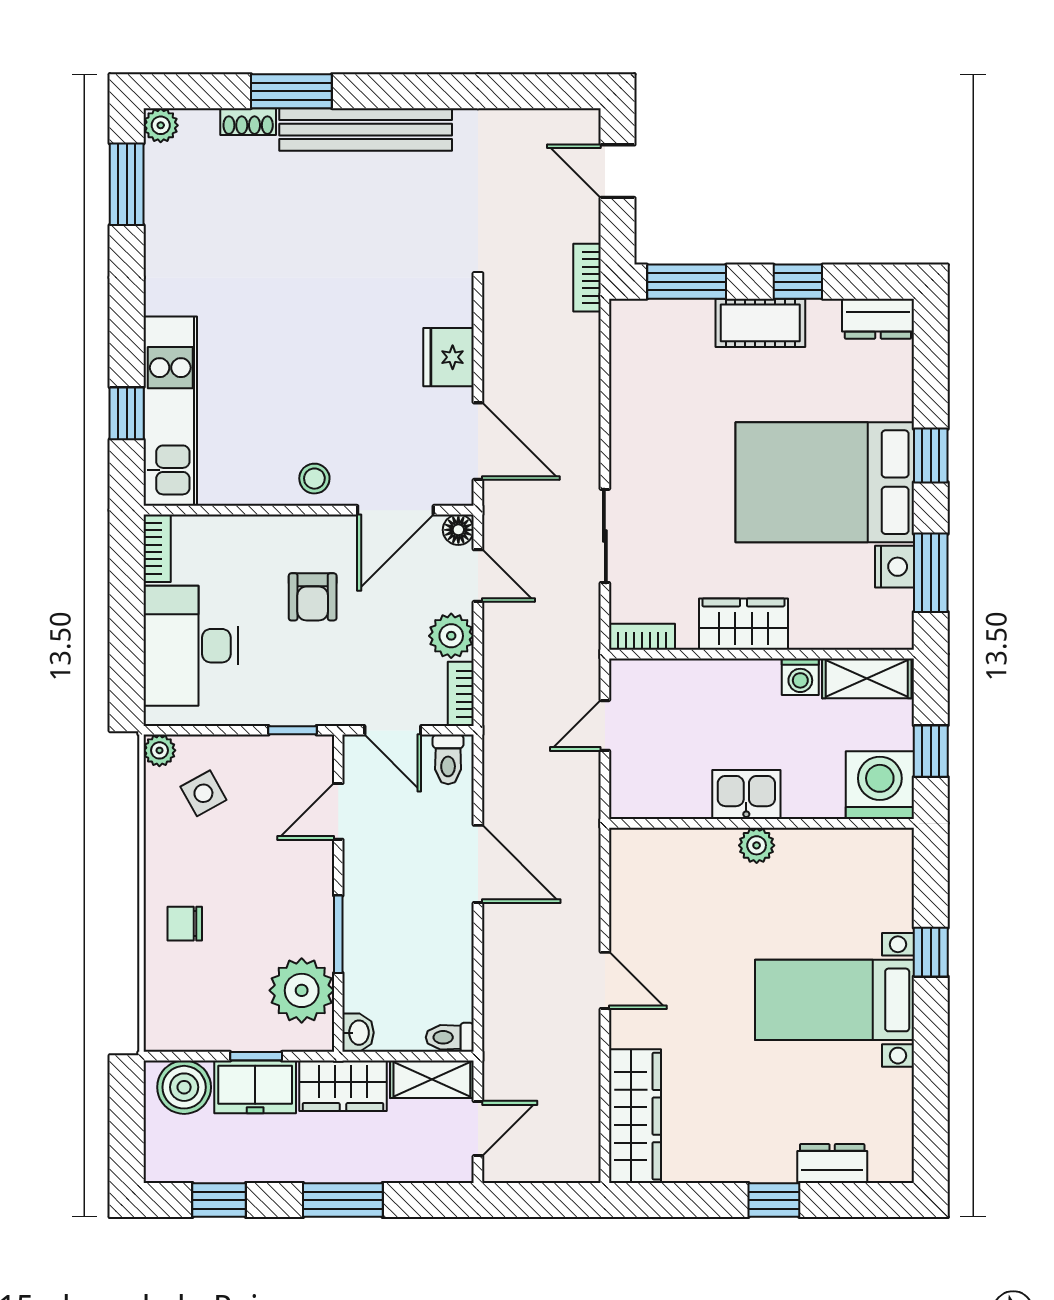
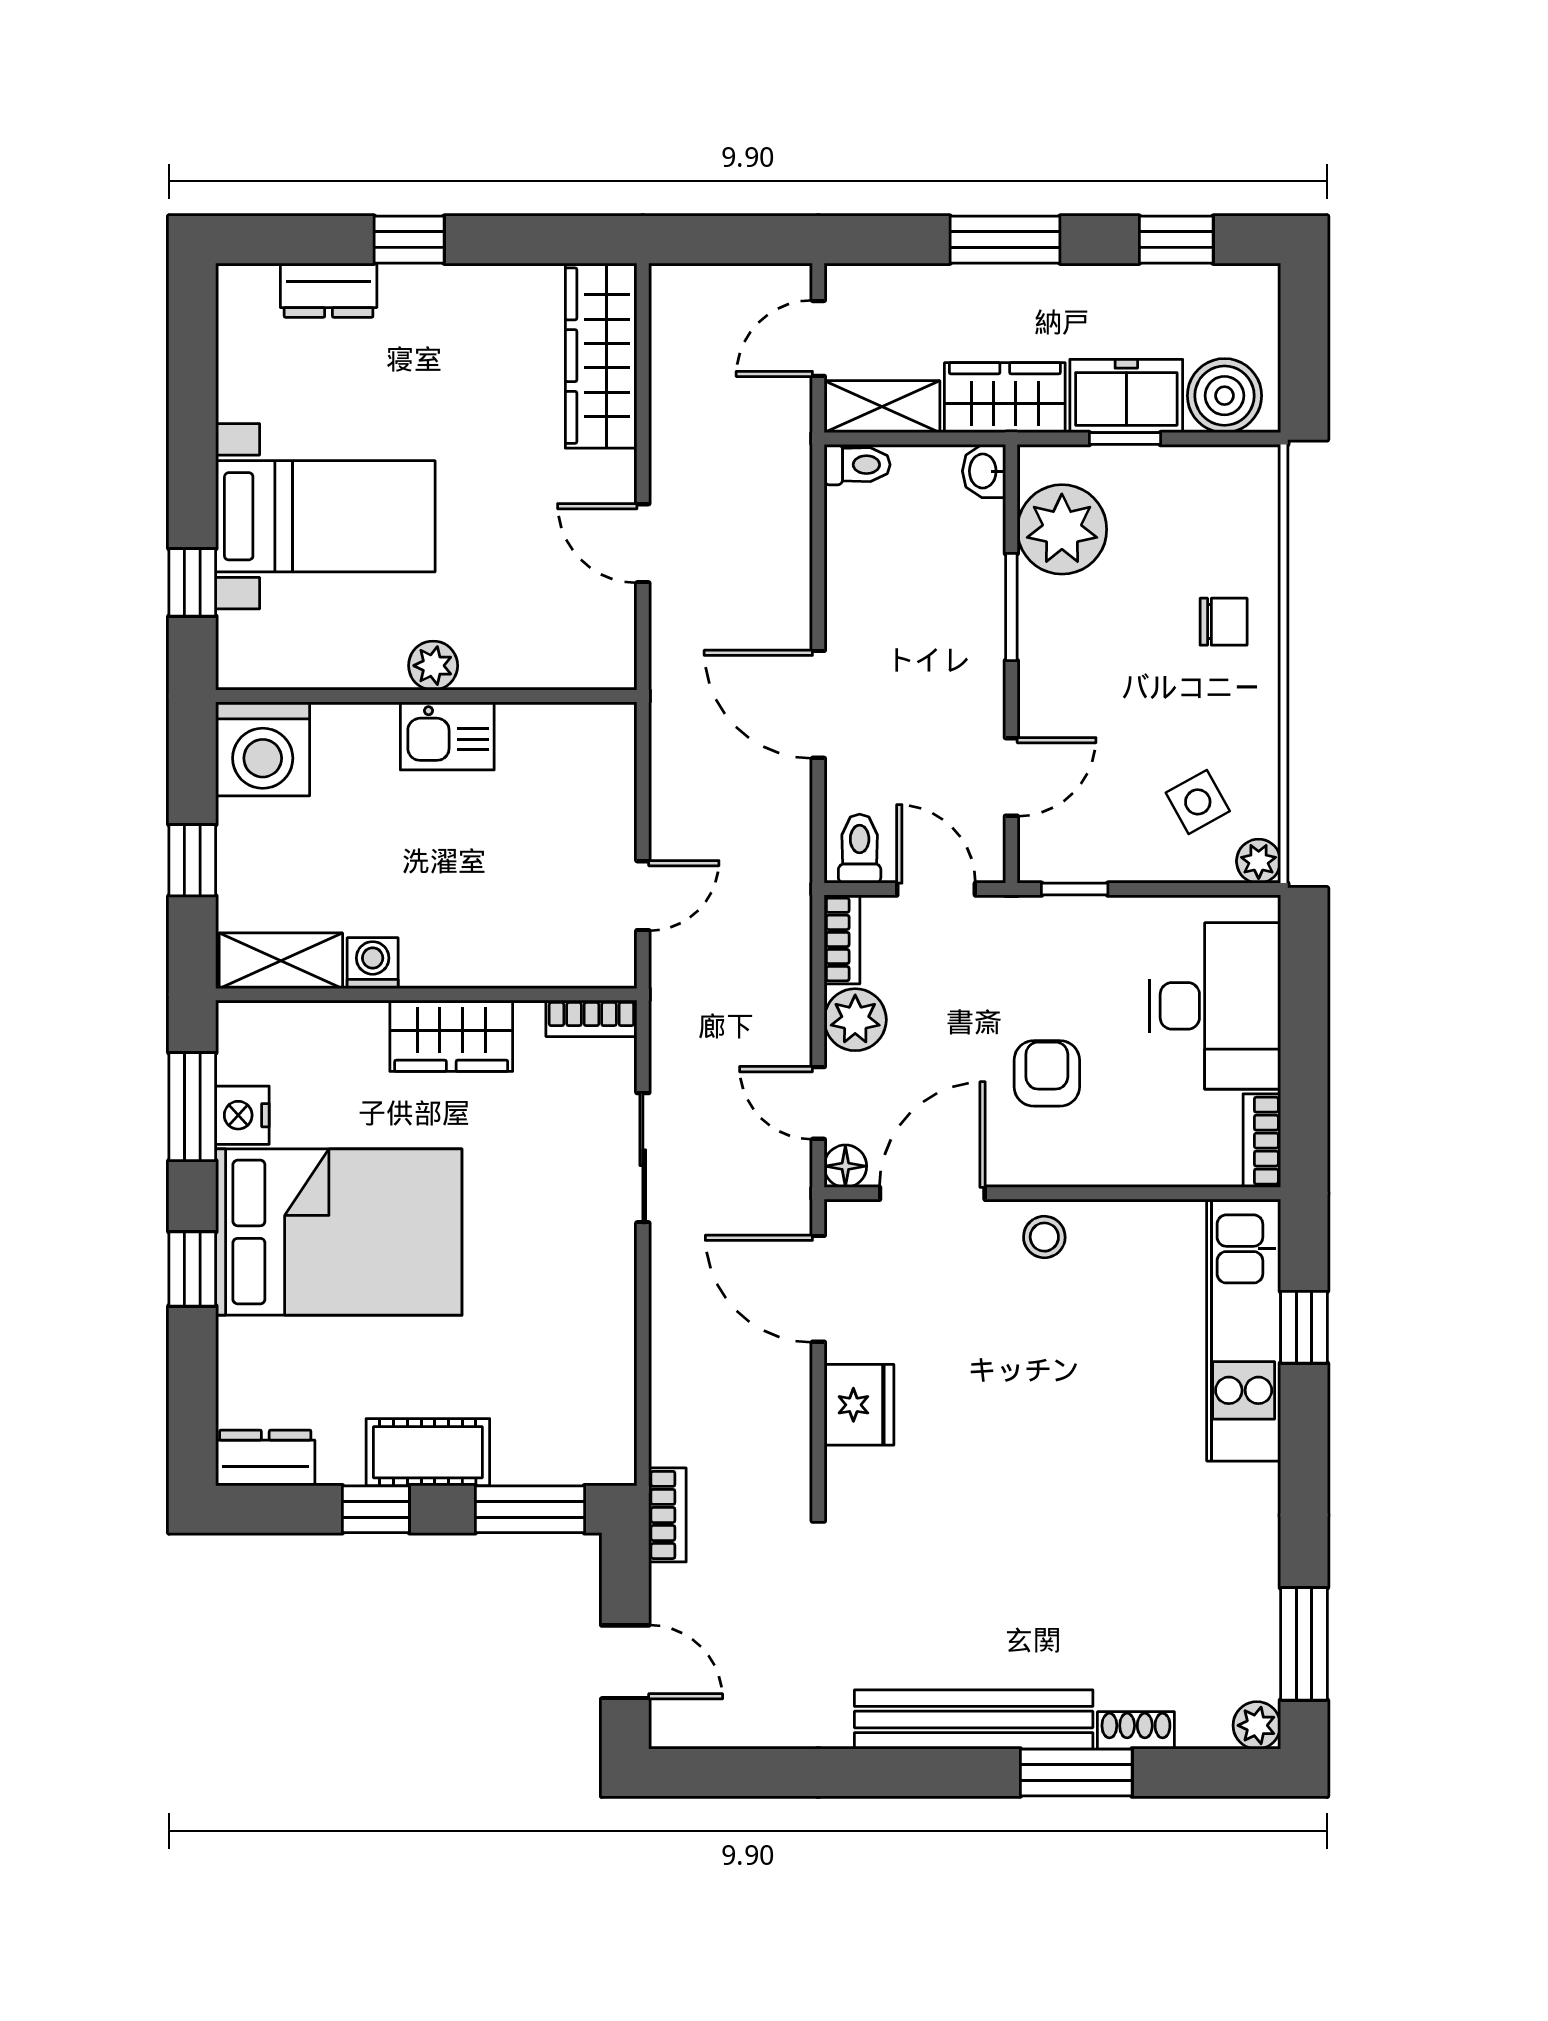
washing machine: (880, 785) -> (263, 749), moved
kitchen sink: (746, 795) -> (447, 736), moved
wall: (761, 823) -> (426, 696), moved
plant: (757, 845) -> (433, 666), moved

